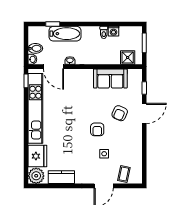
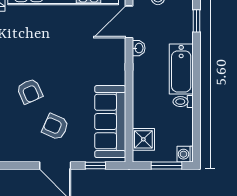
washing machine: (113, 31) -> (185, 154), moved
bathtub: (65, 34) -> (181, 69), moved
sofa: (110, 79) -> (110, 122), width x1.36
armchair: (97, 129) -> (30, 91), turned -114

